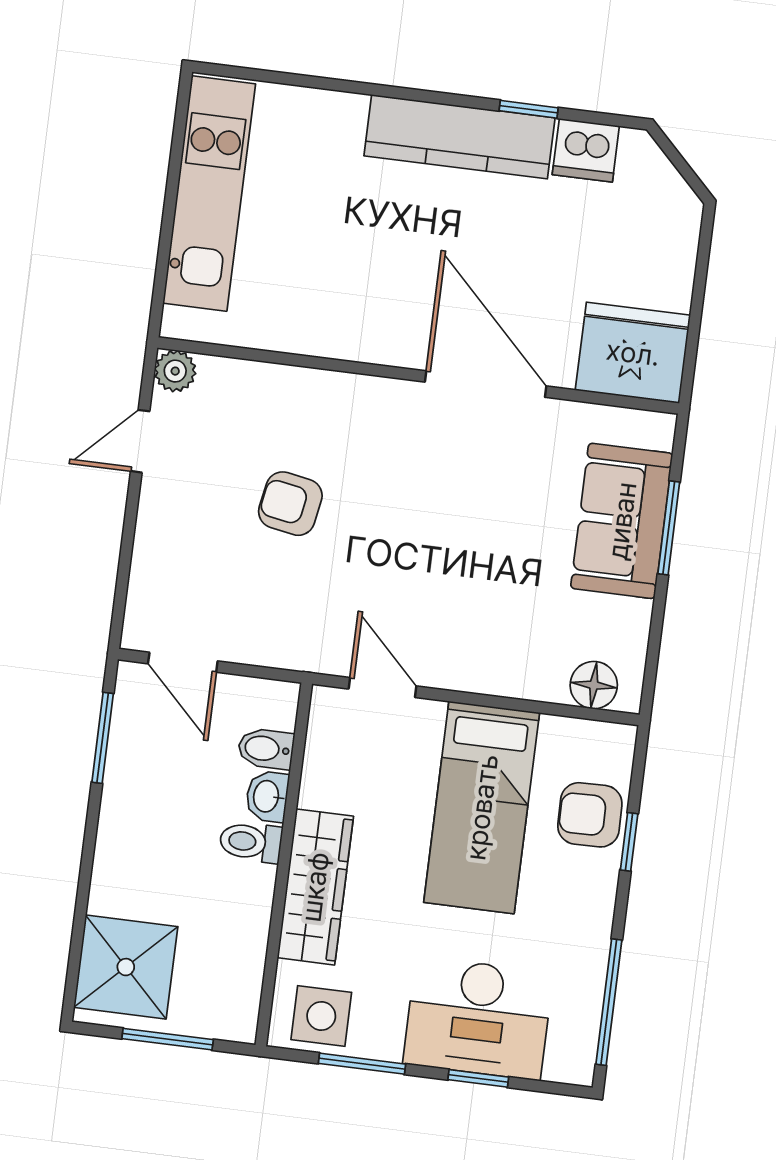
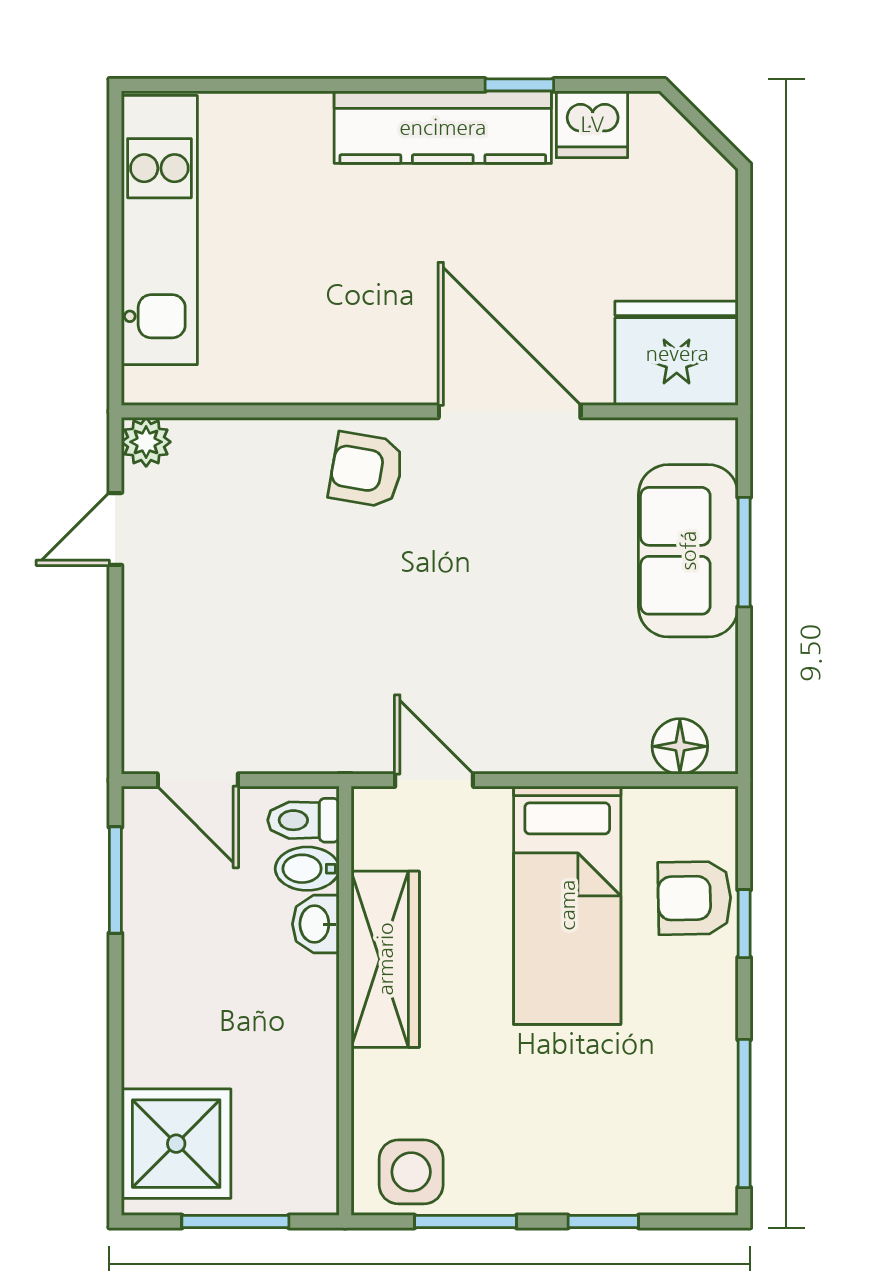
armchair: (290, 504) -> (366, 470), moved
toilet: (251, 842) -> (303, 820), moved
wardrobe: (315, 887) -> (385, 959), moved
desk: (478, 1018) -> (594, 1151), removed

